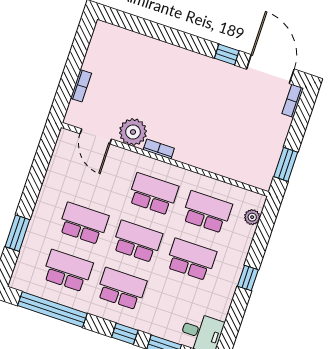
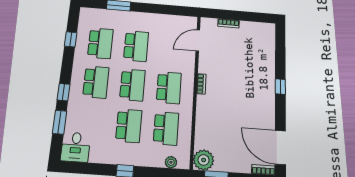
window: (227, 55) -> (280, 87), moved
door: (270, 69) -> (280, 147), swing flipped
plant: (133, 132) -> (204, 160), moved
window: (52, 309) -> (71, 39), width x0.32

